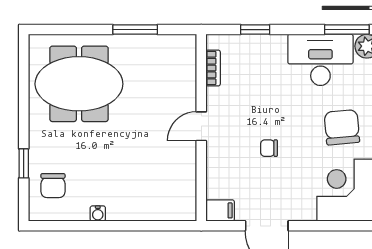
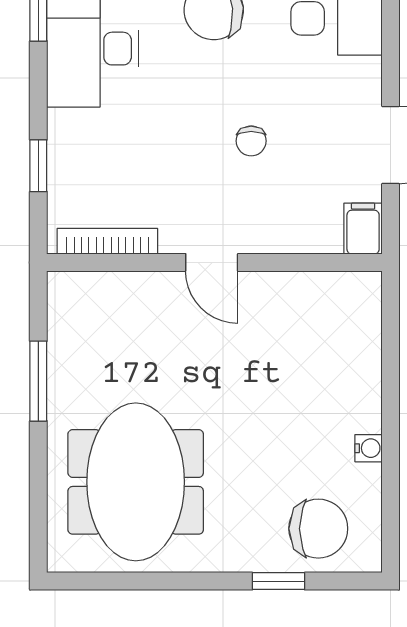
bookcase: (213, 68) -> (107, 241), width x1.56
chair: (53, 186) -> (318, 529), width x1.37, depth x1.37

